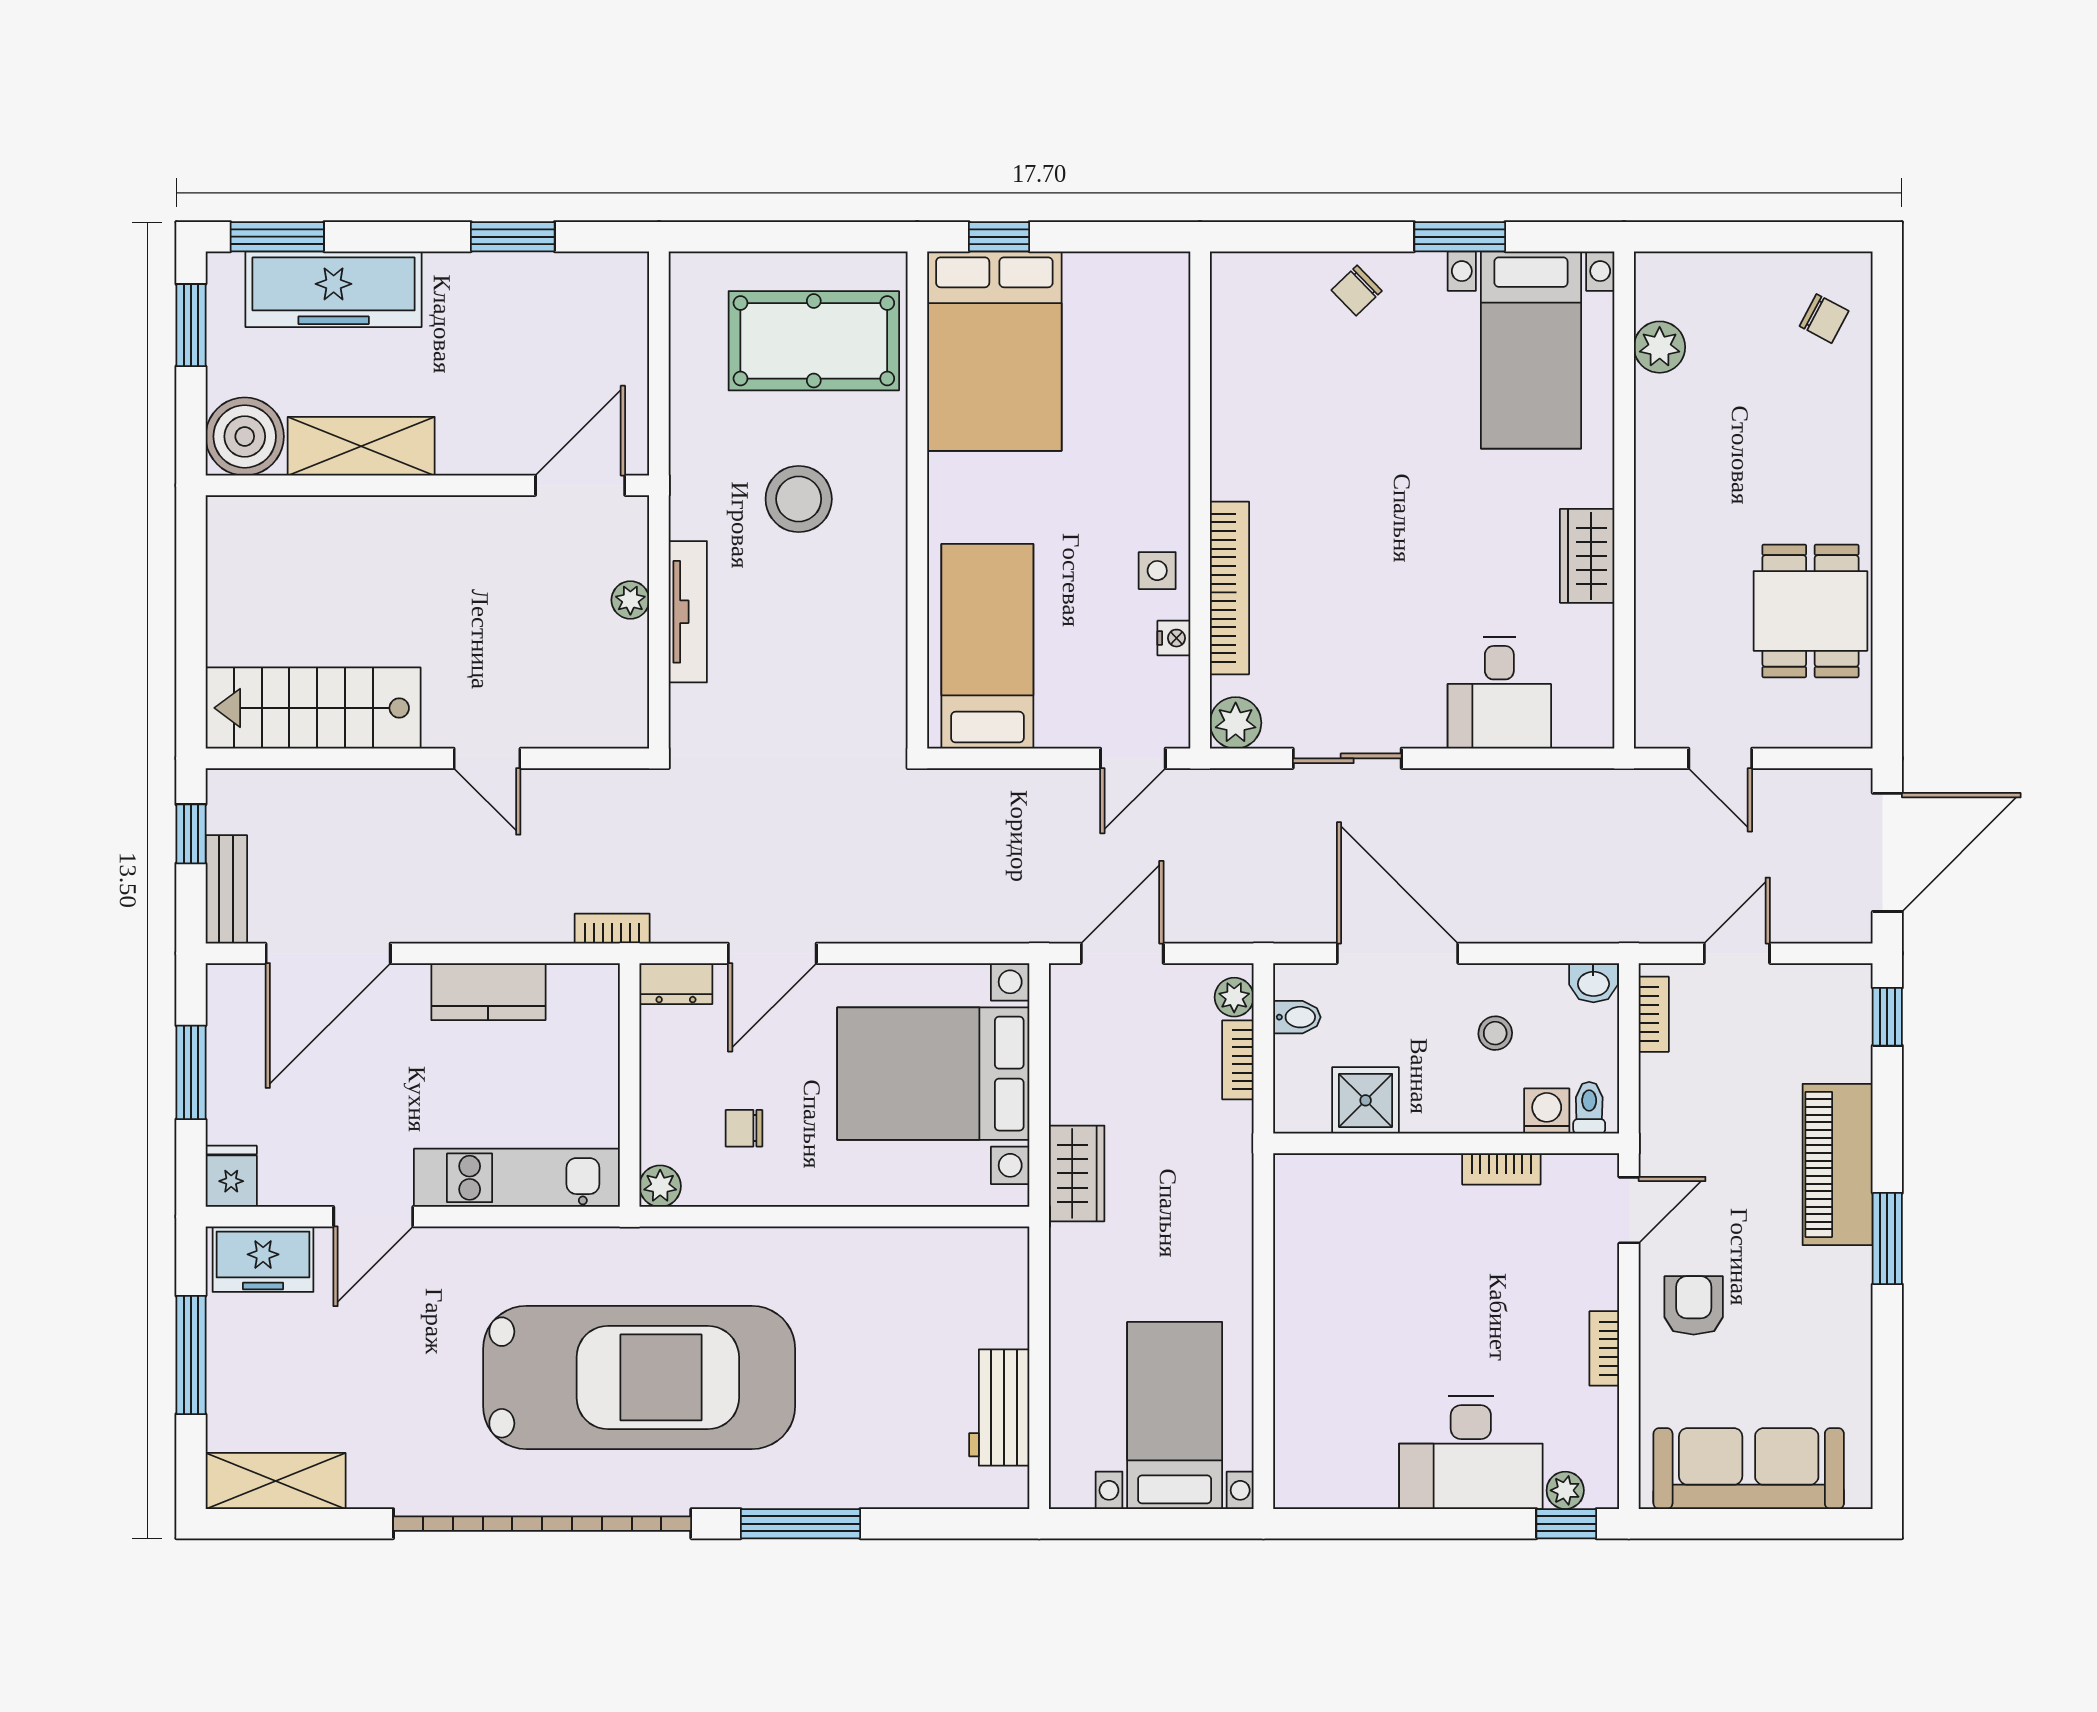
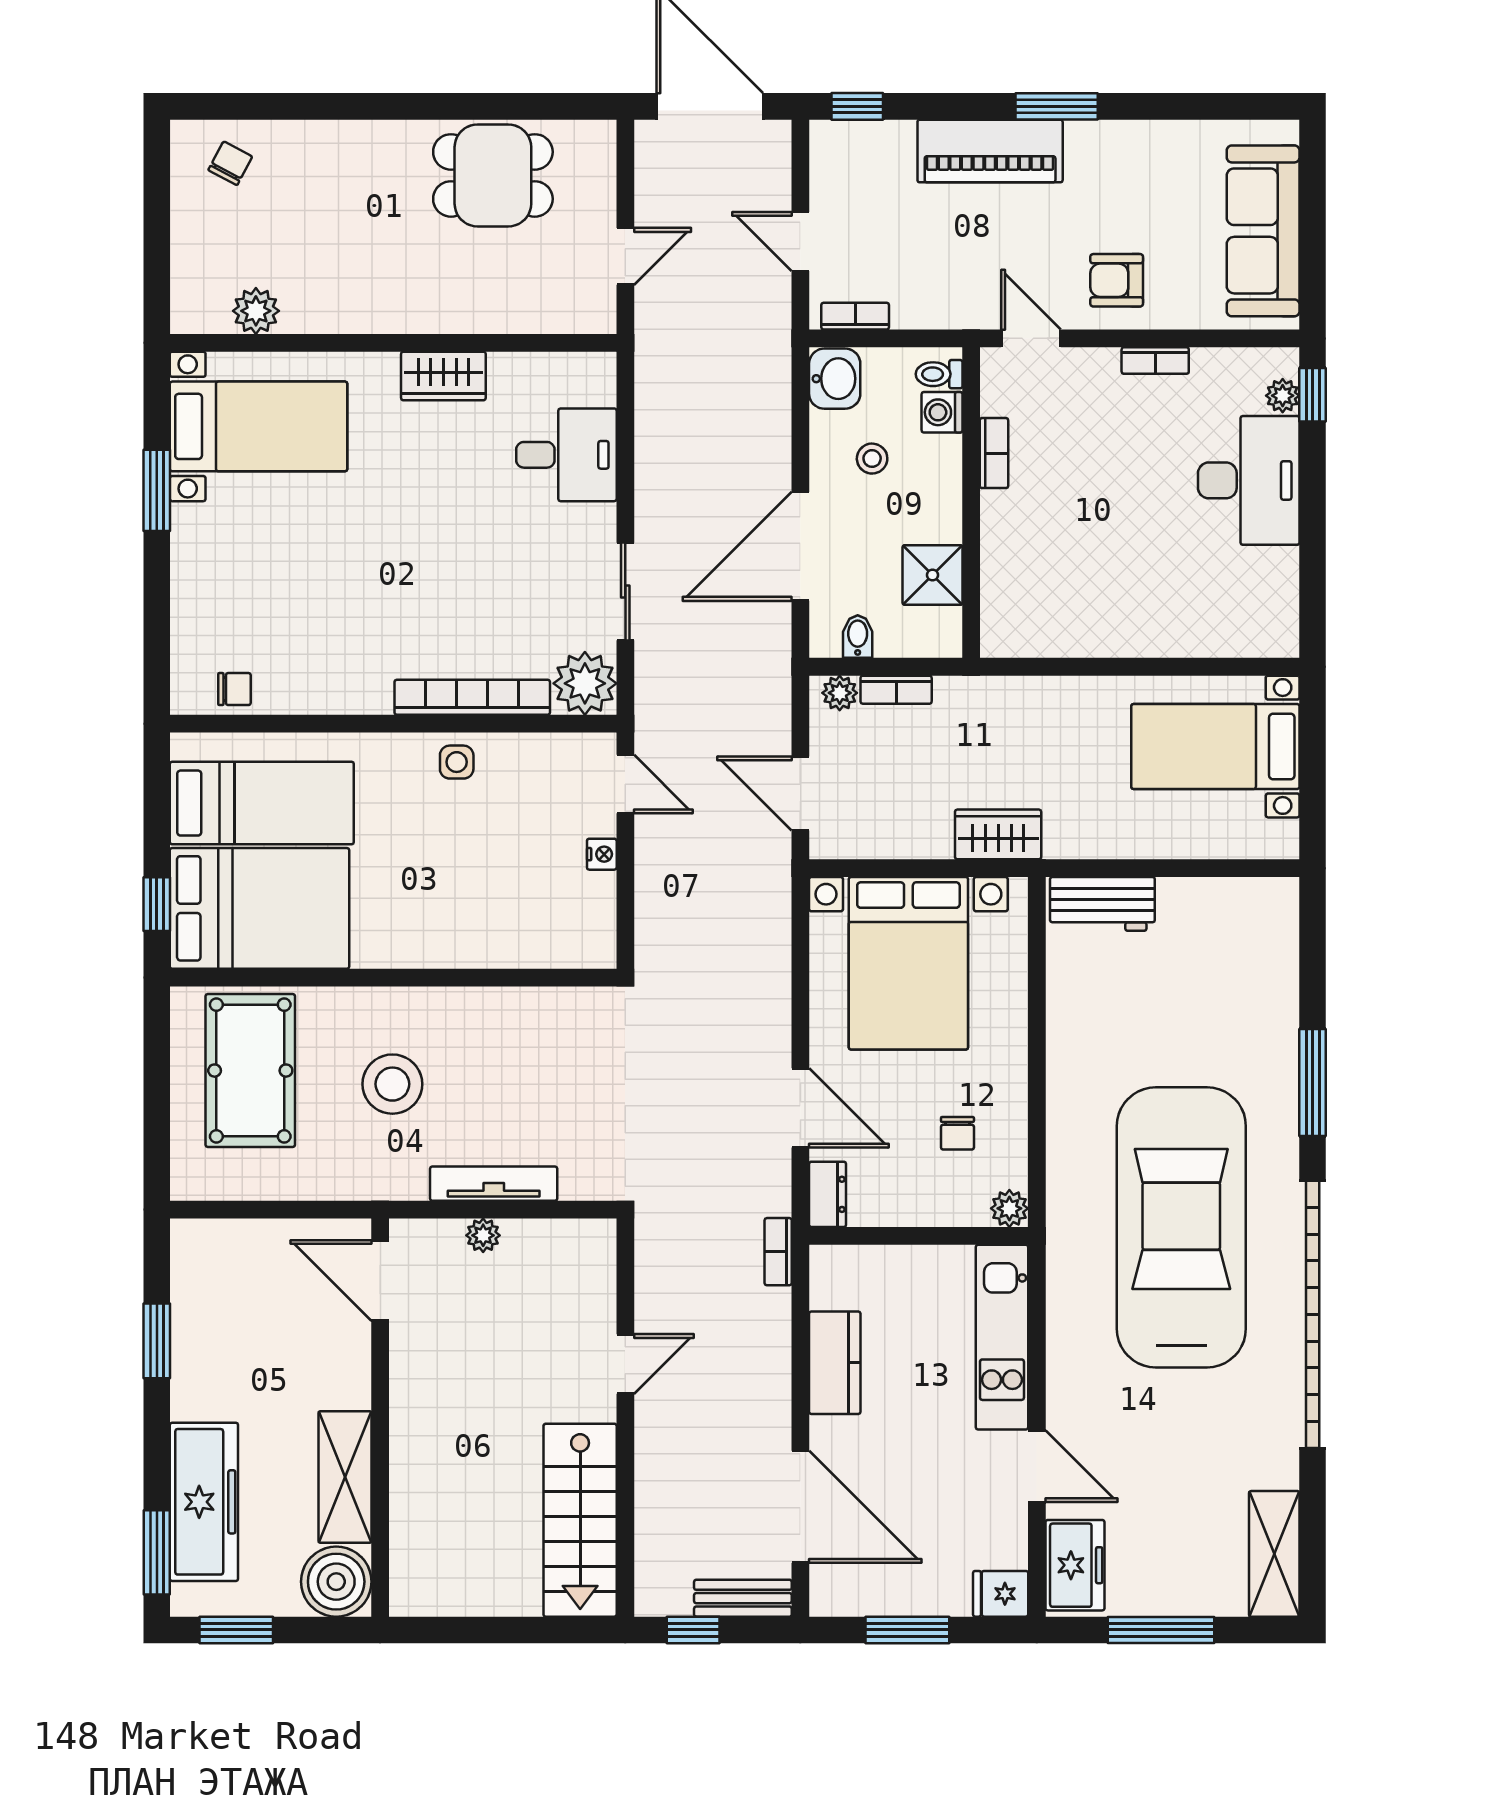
chair: (1357, 290) -> (234, 689), moved, turned -46
nightstand: (1174, 638) -> (602, 854), moved, turned 90
bed: (987, 646) -> (262, 803), moved, turned 180
plant: (1236, 723) -> (585, 683), width x1.36, depth x1.36
washbasin: (1593, 983) -> (835, 379), width x1.38, depth x1.45
workbench: (999, 1407) -> (1102, 904), moved

